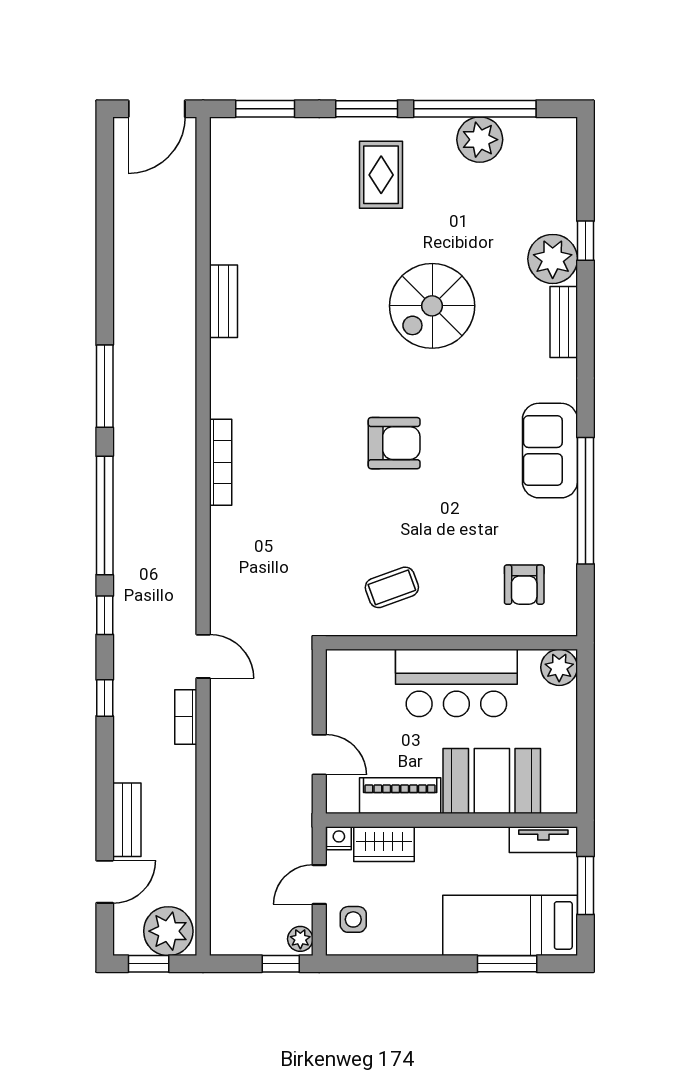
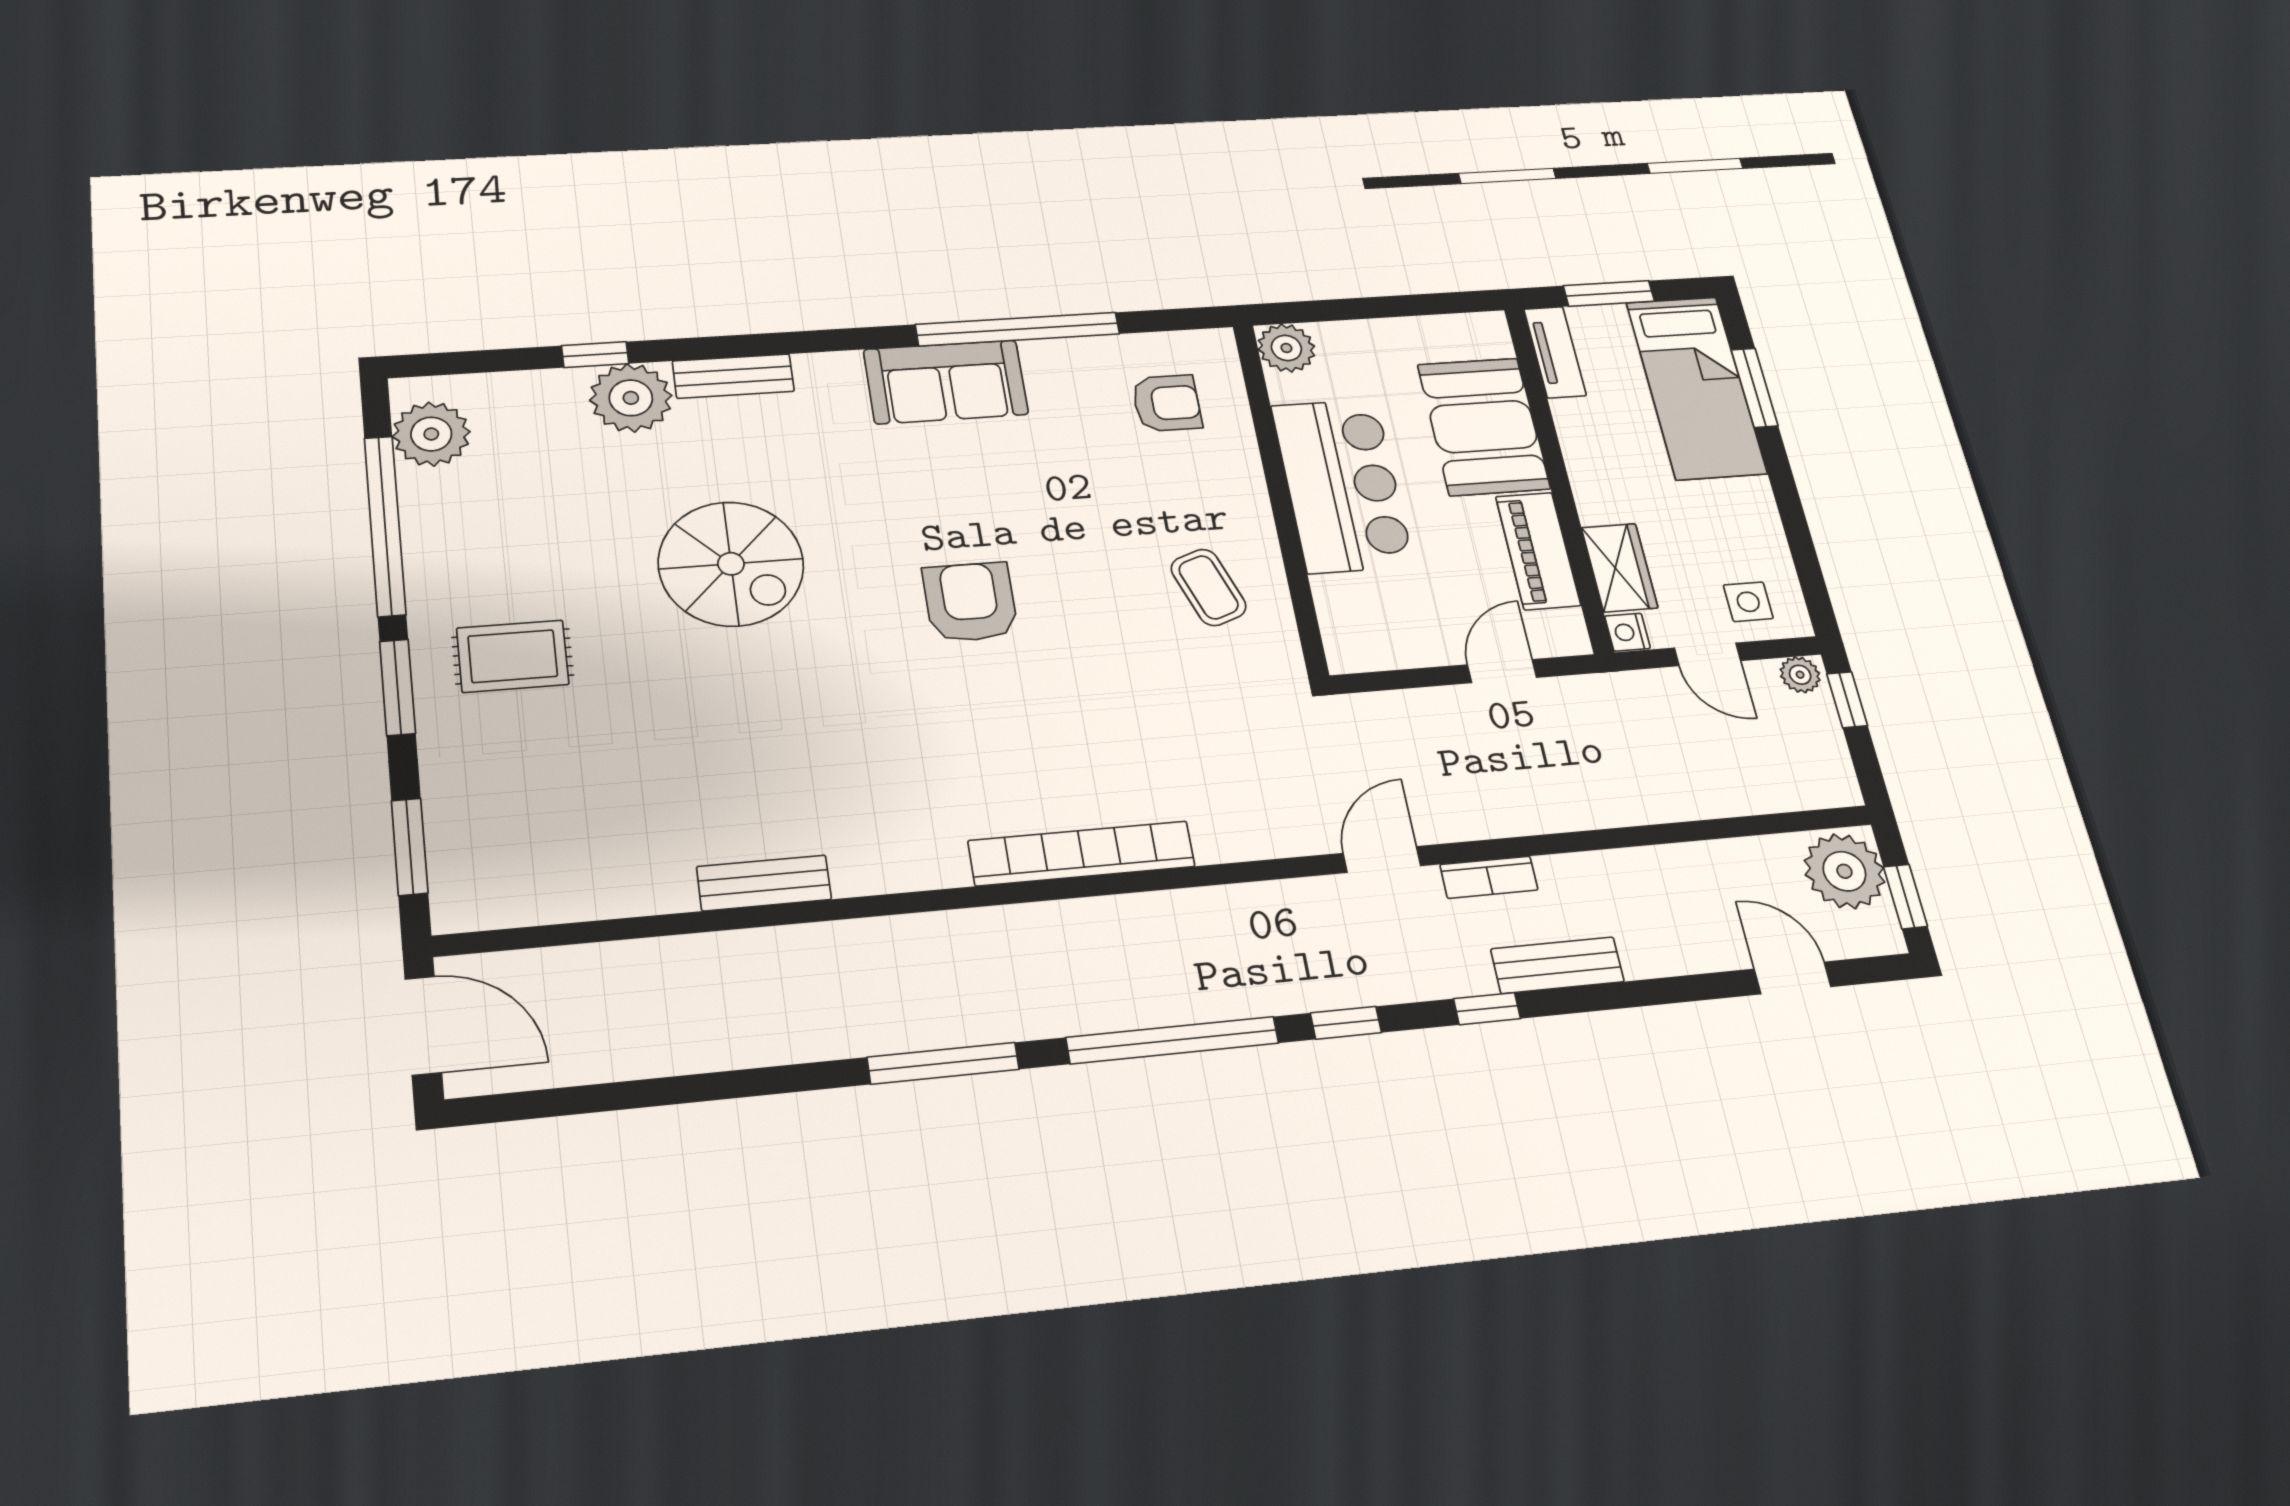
plant: (480, 140) -> (431, 434), moved
bookcase: (221, 462) -> (1082, 854), width x1.48, depth x1.31
bench: (127, 820) -> (1557, 965), moved

